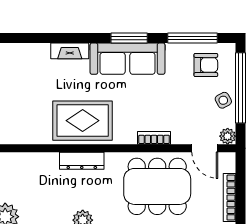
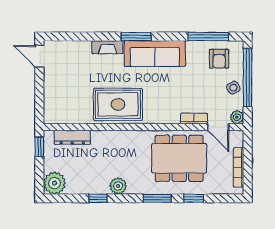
window: (129, 38) -> (136, 37), moved
armchair: (206, 65) -> (219, 59), turned 90
bookcase: (154, 138) -> (194, 118), moved
dresser: (82, 161) -> (72, 137), moved

